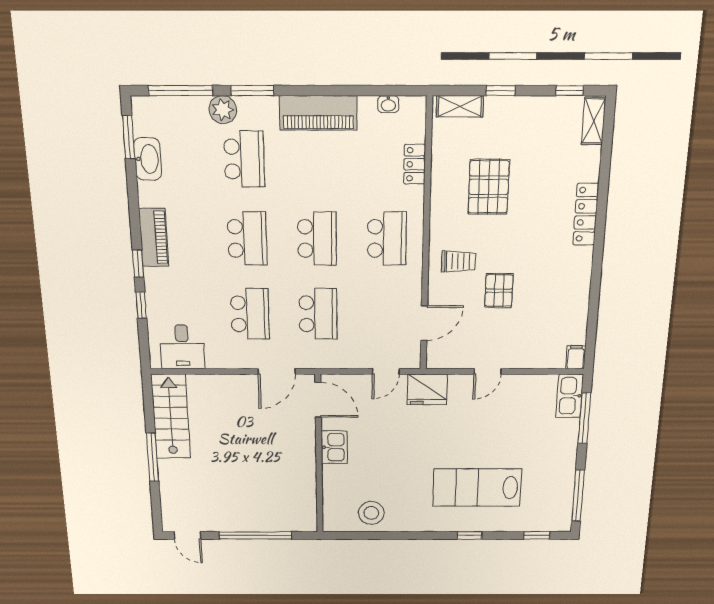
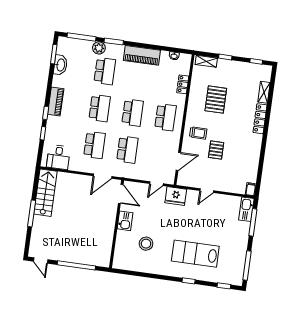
shelving: (594, 121) -> (264, 92), moved
stool: (371, 513) -> (146, 244), moved

